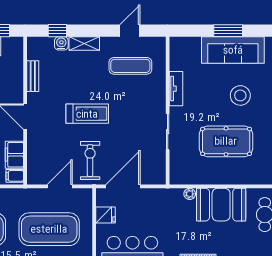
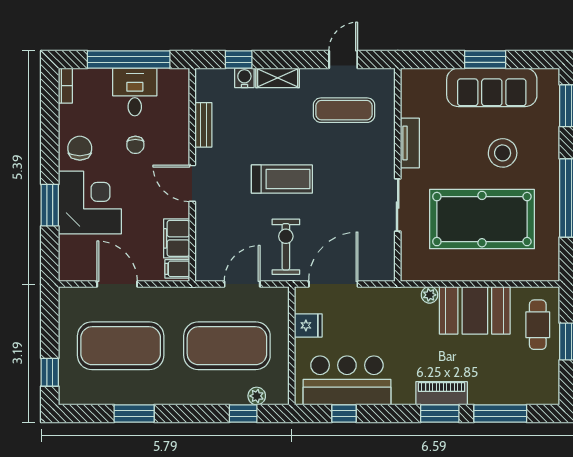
pool table: (226, 141) -> (482, 219), width x1.36, depth x1.32

